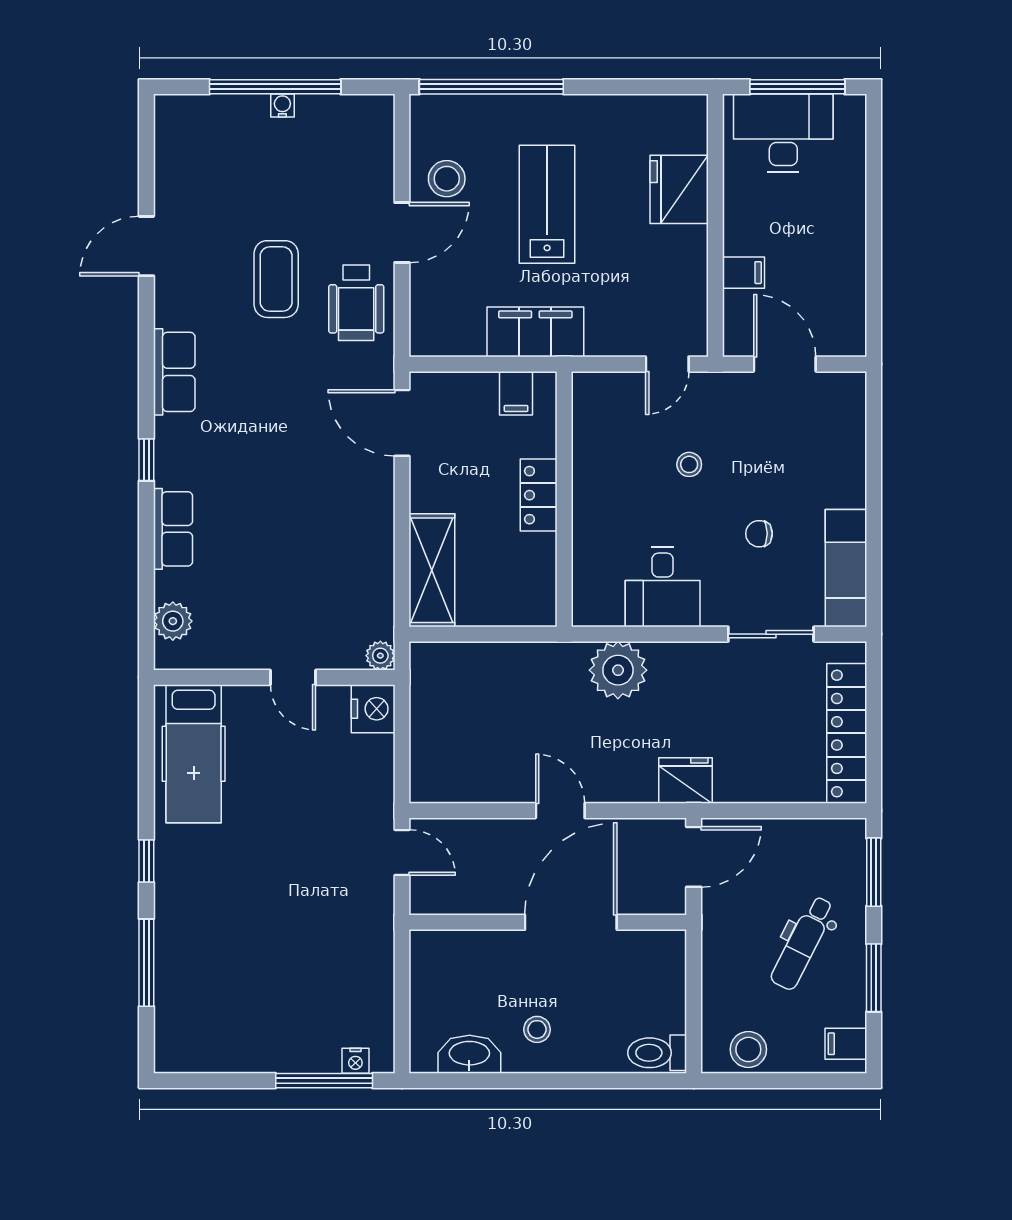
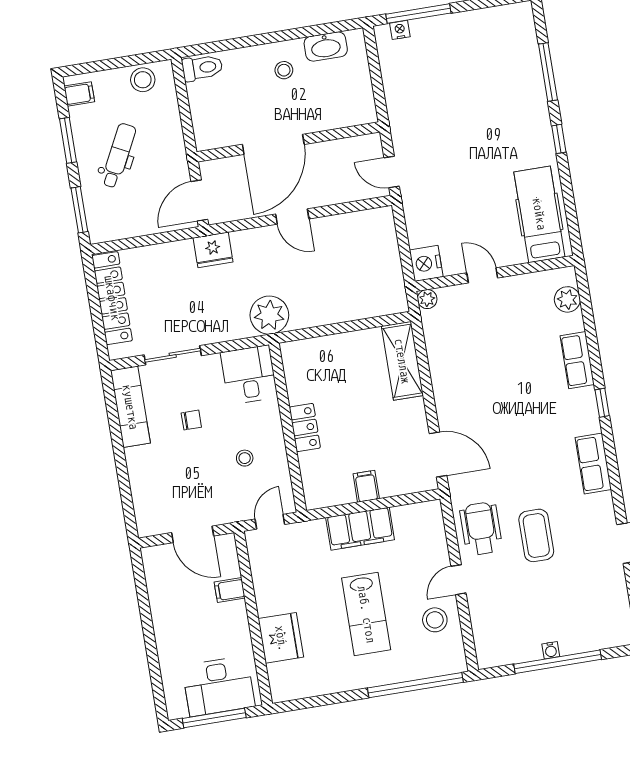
door: (402, 233) -> (458, 580), width x0.73
locker: (539, 495) -> (305, 427), moved
wall: (564, 499) -> (288, 428), moved

